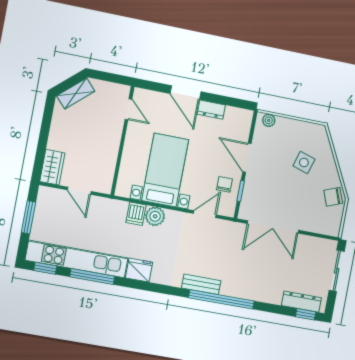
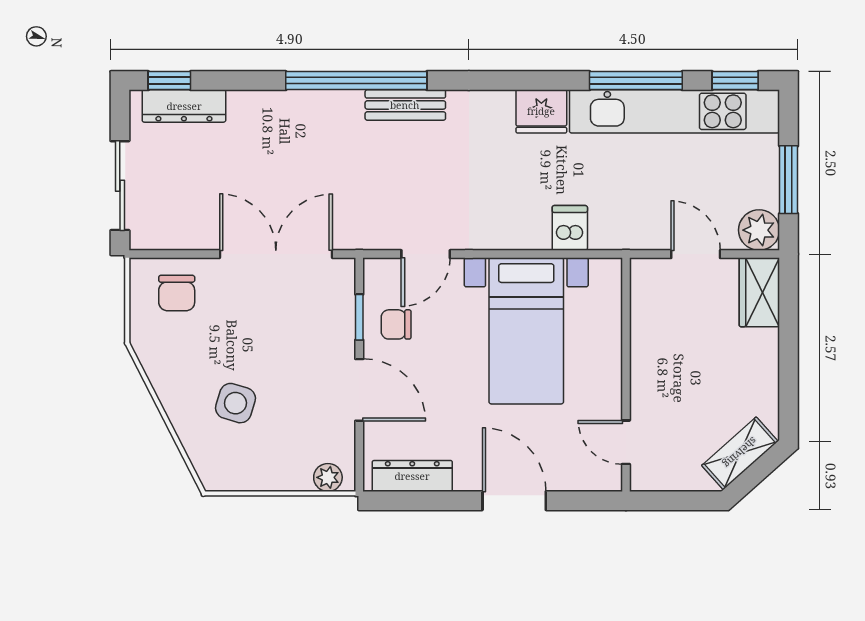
dresser: (211, 110) -> (412, 476), moved, width x1.44
chair: (224, 184) -> (396, 324), turned 90
chair: (333, 197) -> (177, 293), moved, turned 111
plant: (155, 216) -> (759, 230), moved

